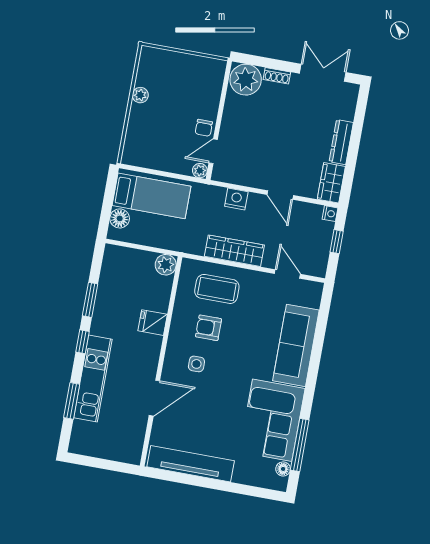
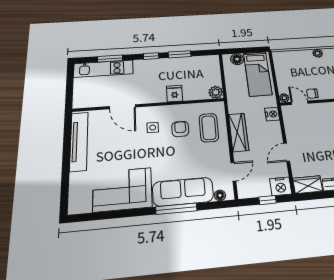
nightstand: (236, 199) -> (272, 114), moved
nightstand: (330, 214) -> (281, 186), width x1.89, depth x1.79
kitchen unit: (93, 379) -> (103, 69), moved
window: (300, 445) -> (176, 209), moved
floor lamp: (283, 469) -> (220, 195), moved

